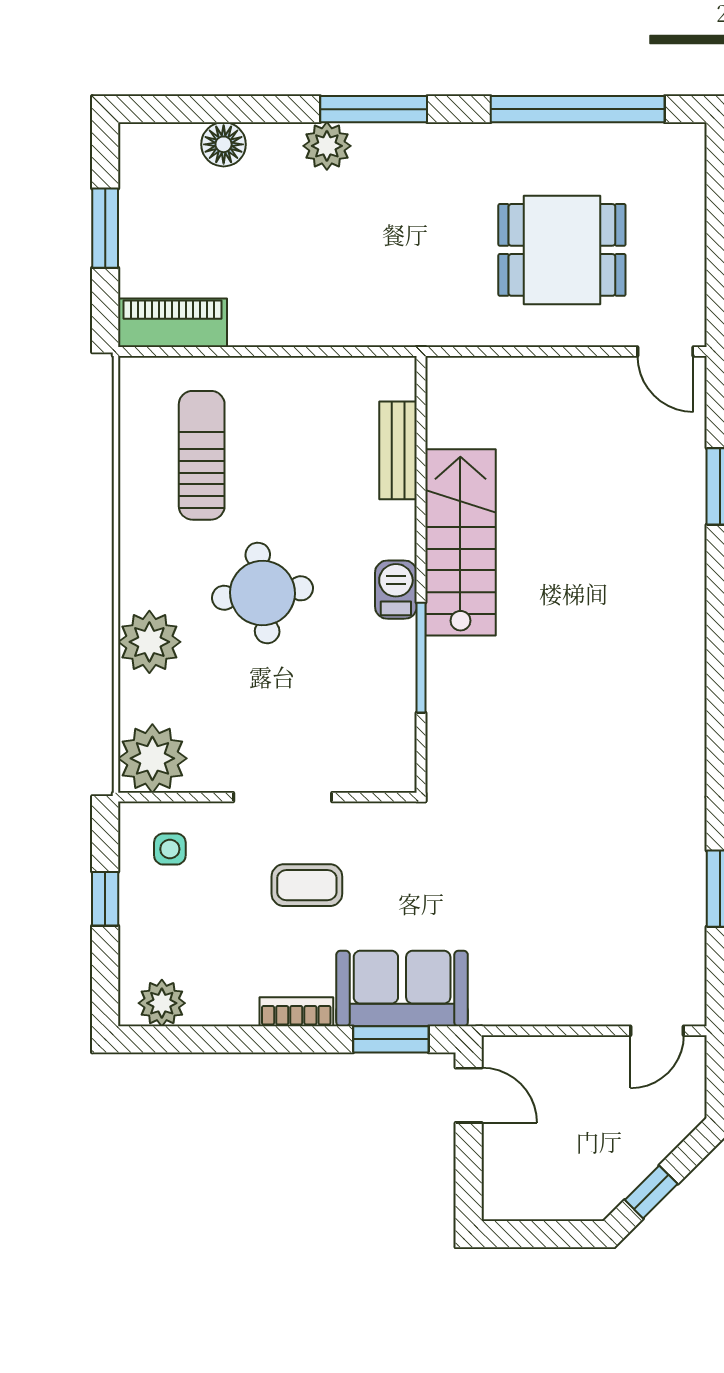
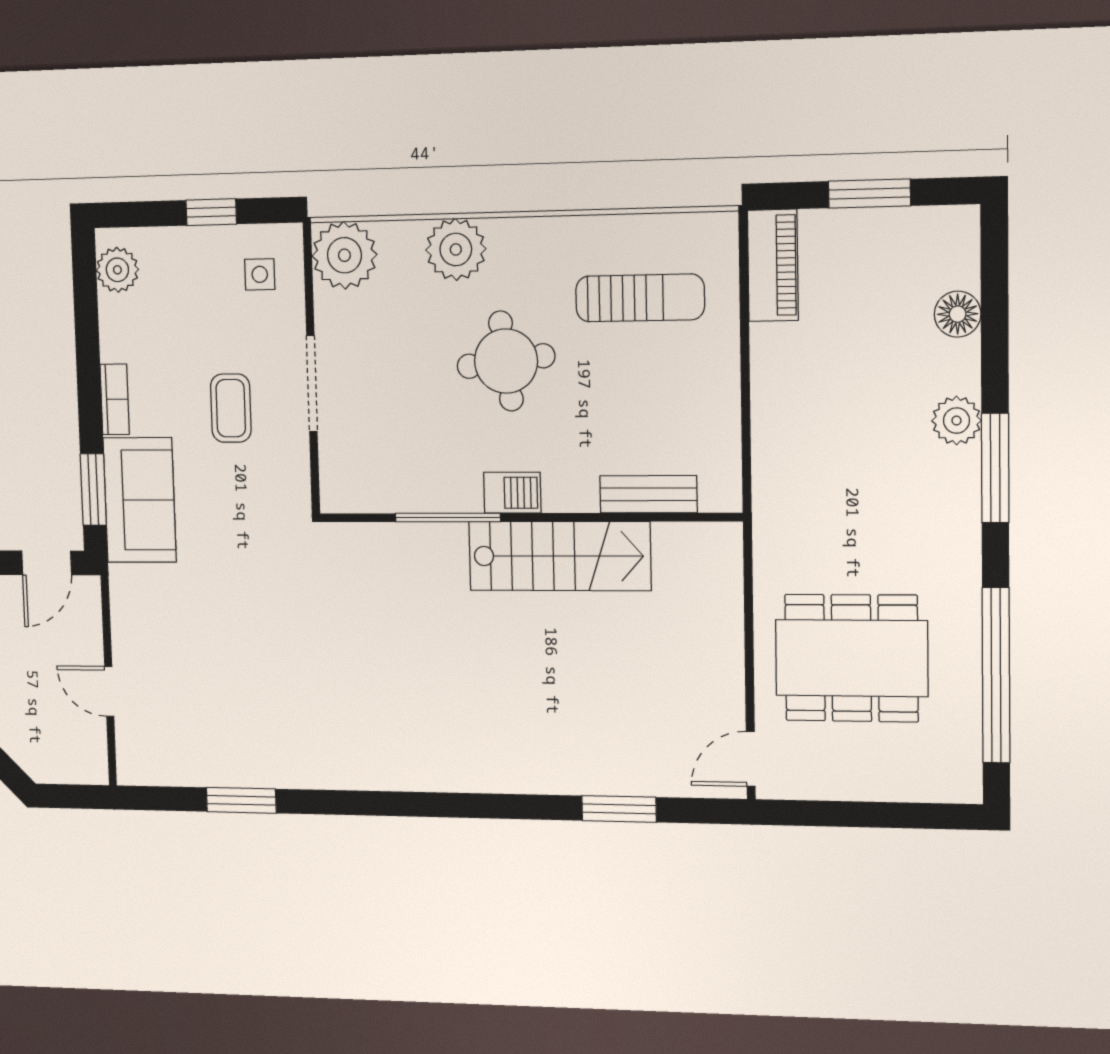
dining table: (562, 250) -> (851, 658), width x1.38
door: (657, 1031) -> (109, 691), moved

